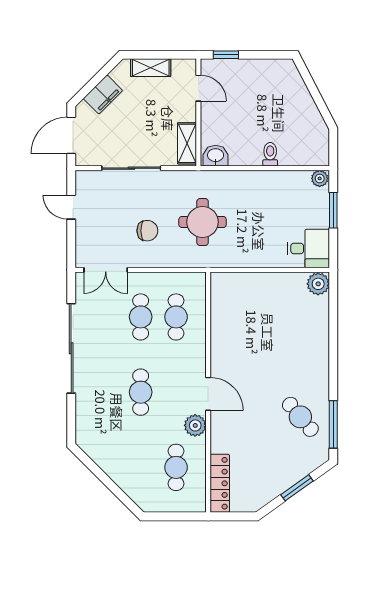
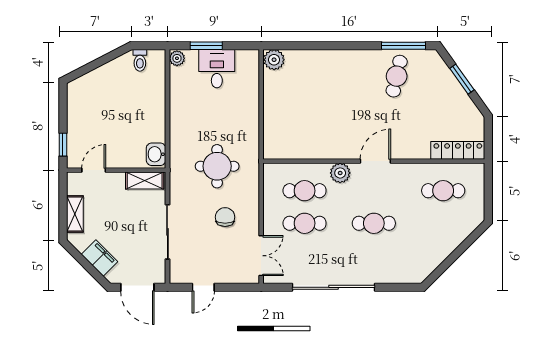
toilet: (270, 154) -> (140, 60), moved, turned -90
desk: (308, 249) -> (217, 69), moved
cafe table: (300, 417) -> (397, 76), turned -37
plant: (195, 425) -> (340, 173), moved

